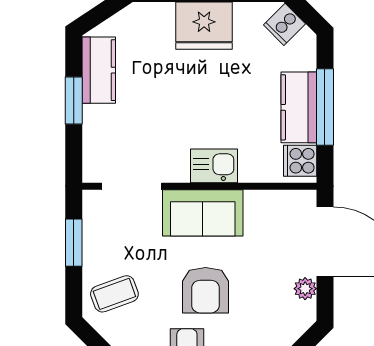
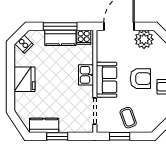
plant: (305, 289) -> (144, 39), width x1.88, depth x1.88
coffee table: (114, 294) -> (128, 118), moved

